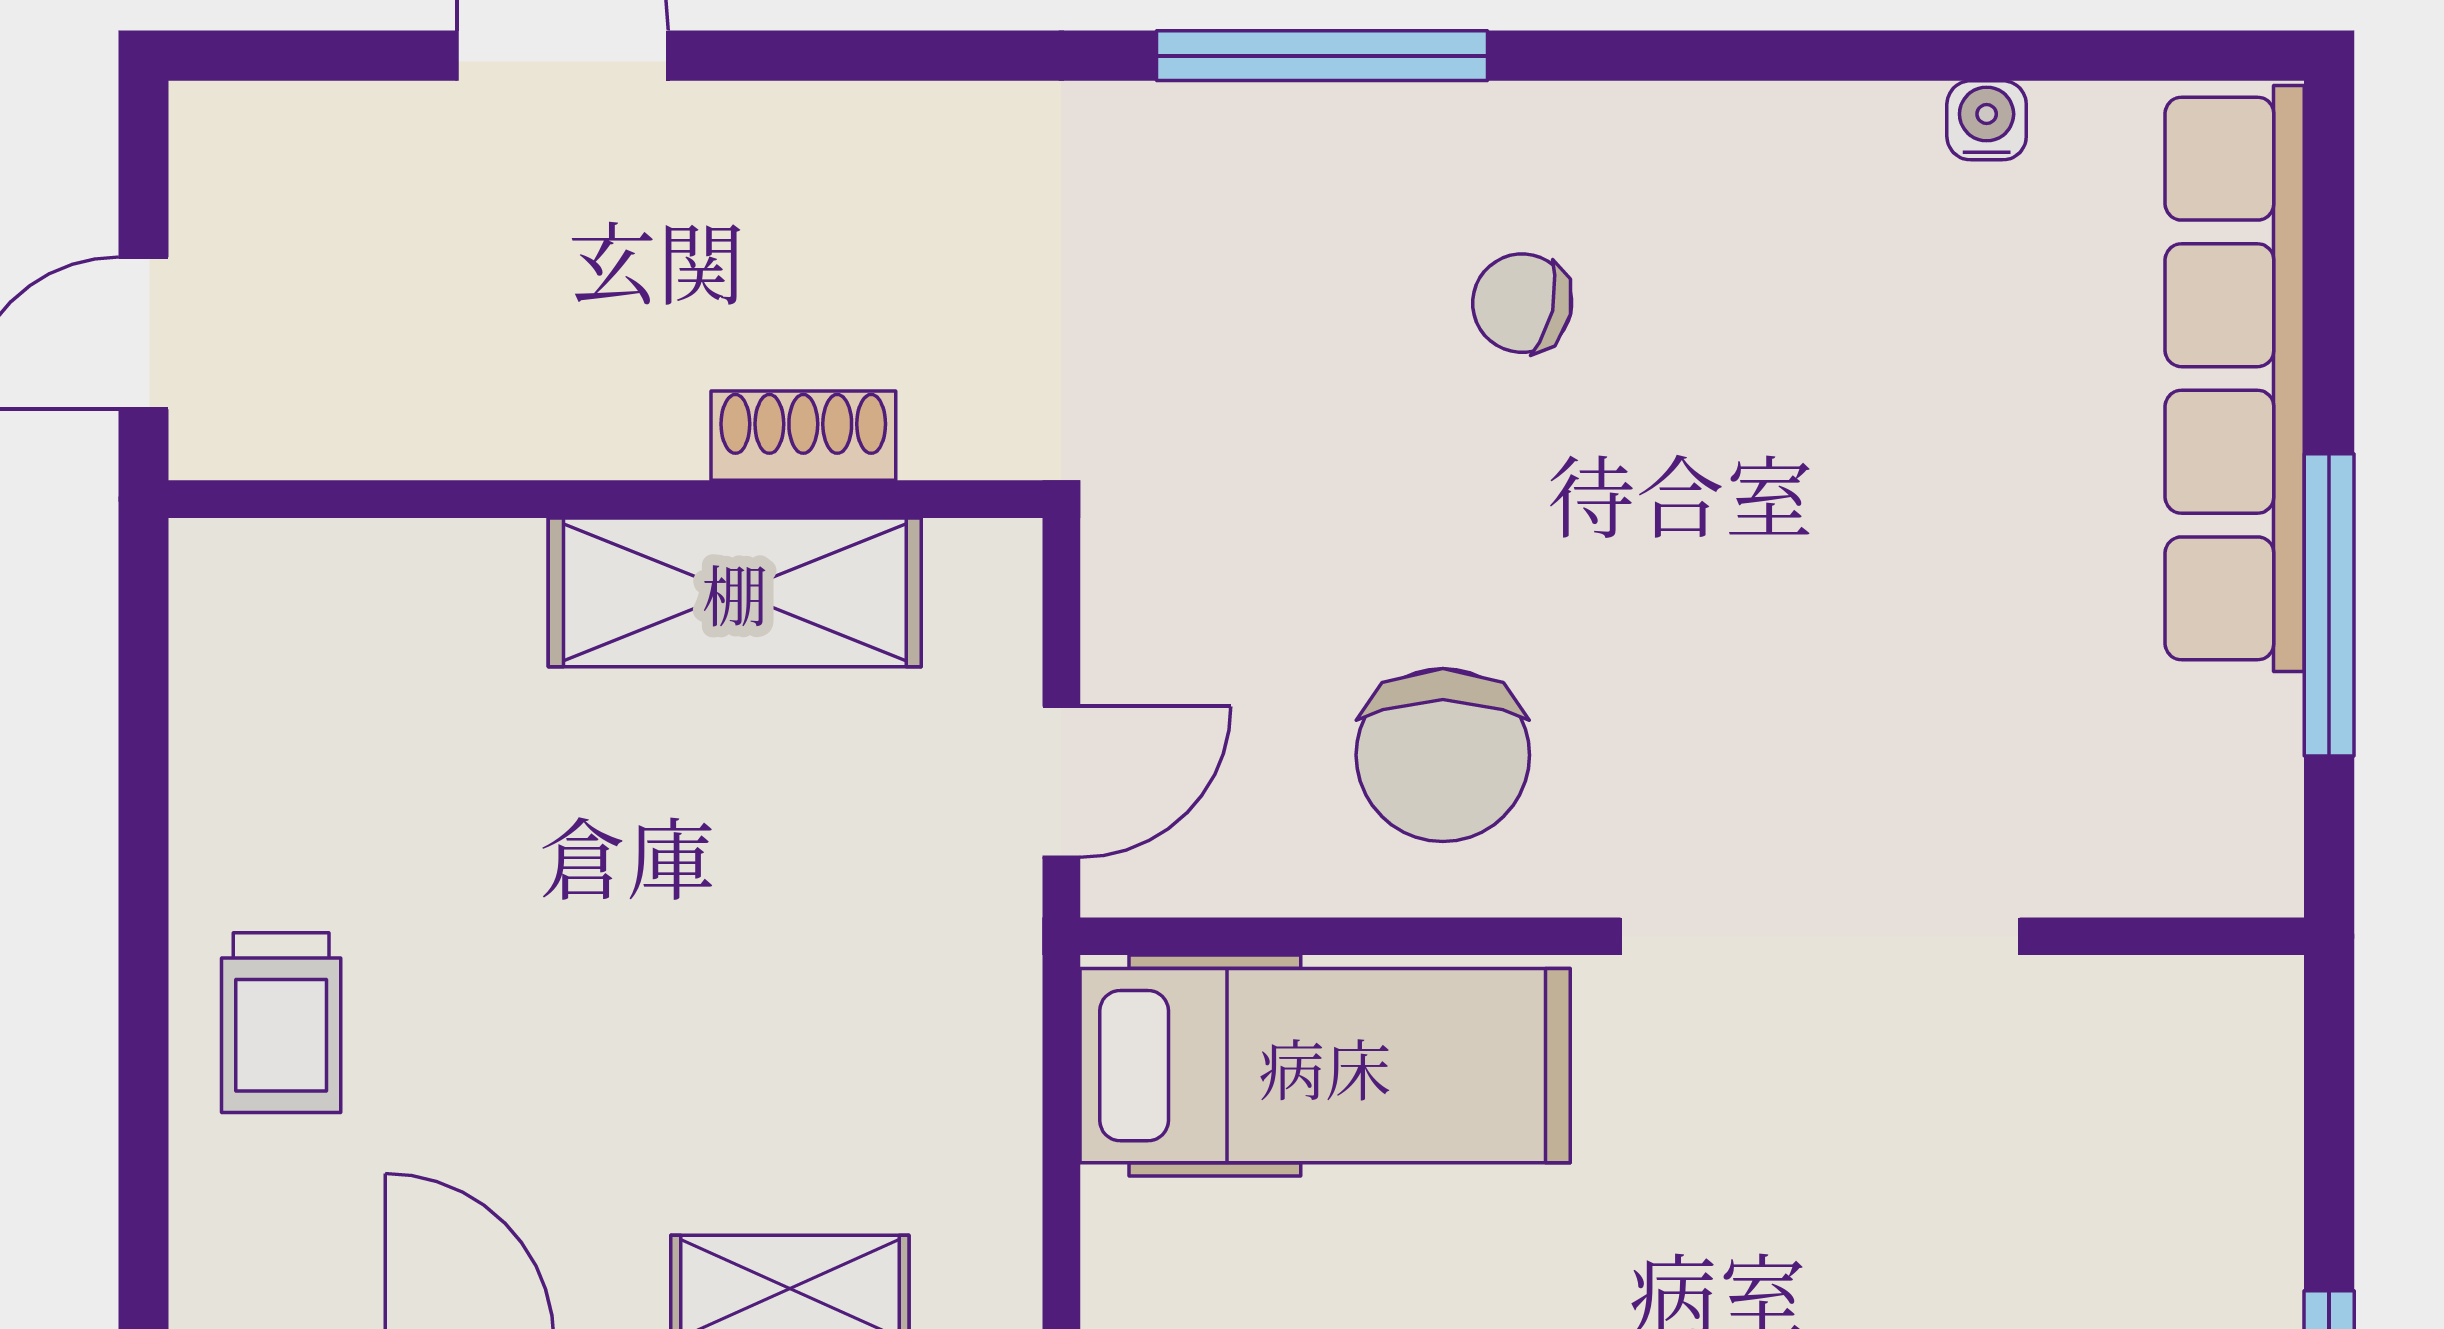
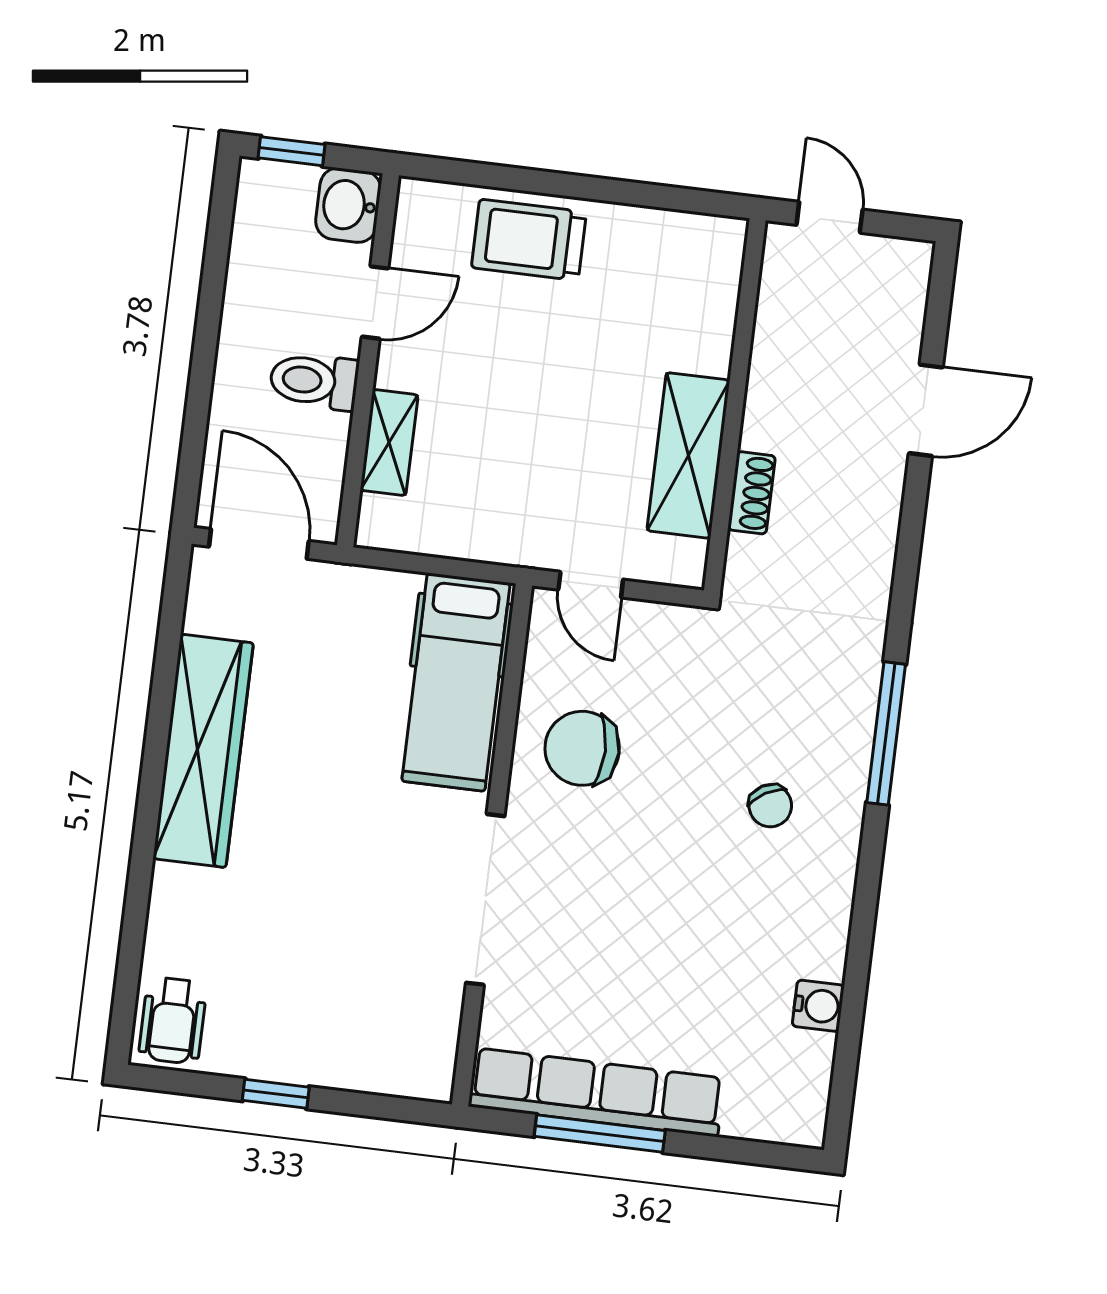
water cooler: (1987, 120) -> (818, 1006), width x1.38, depth x1.38
chair: (1522, 303) -> (770, 806), turned 137
row of seats: (2235, 378) -> (596, 1092), moved
trolley: (281, 1023) -> (529, 240), width x1.36, depth x1.39

